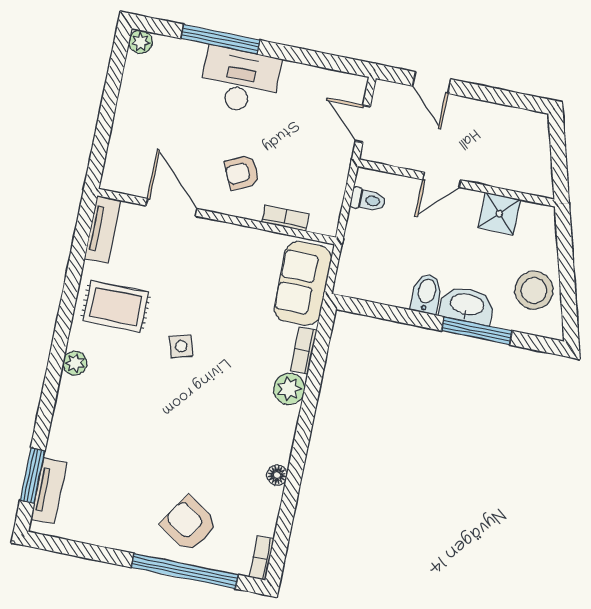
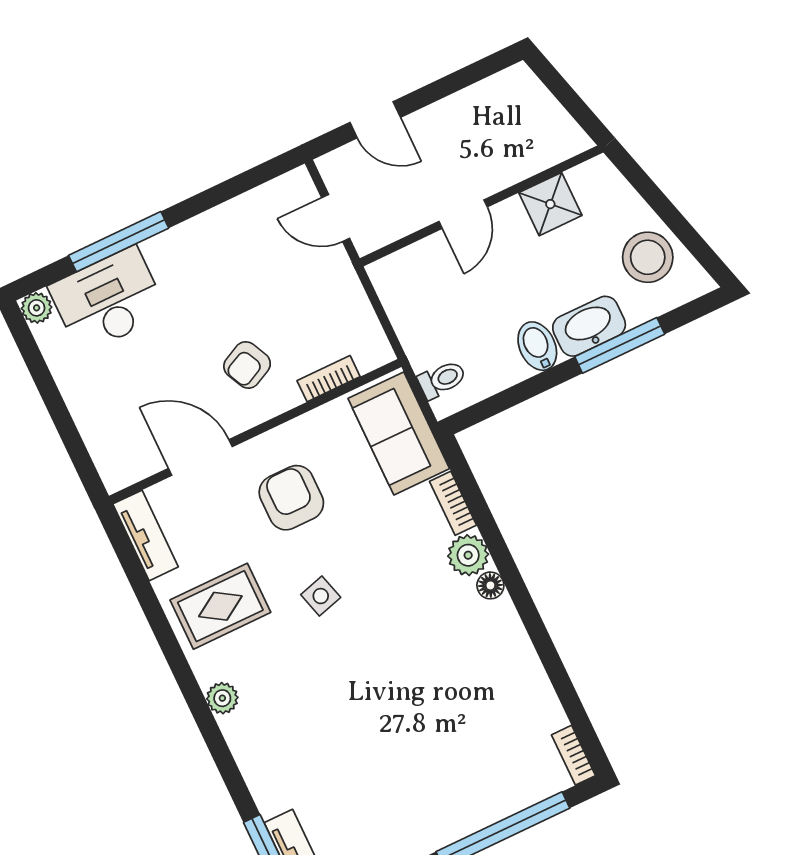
desk: (240, 81) -> (108, 300), moved
toilet: (368, 200) -> (442, 379), moved
floor lamp: (277, 475) -> (490, 585), moved
armchair: (189, 524) -> (291, 498), moved, turned 57

